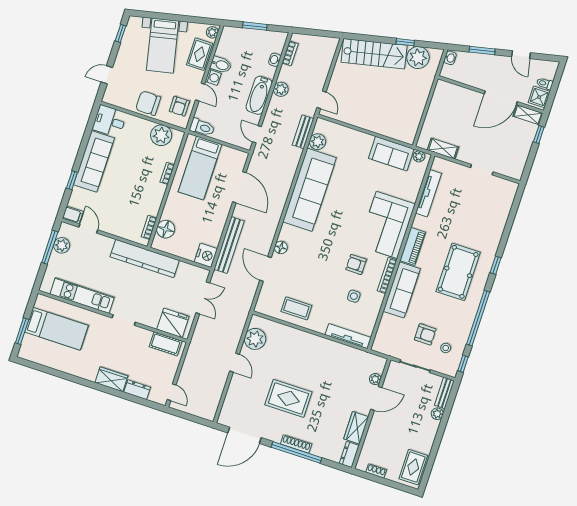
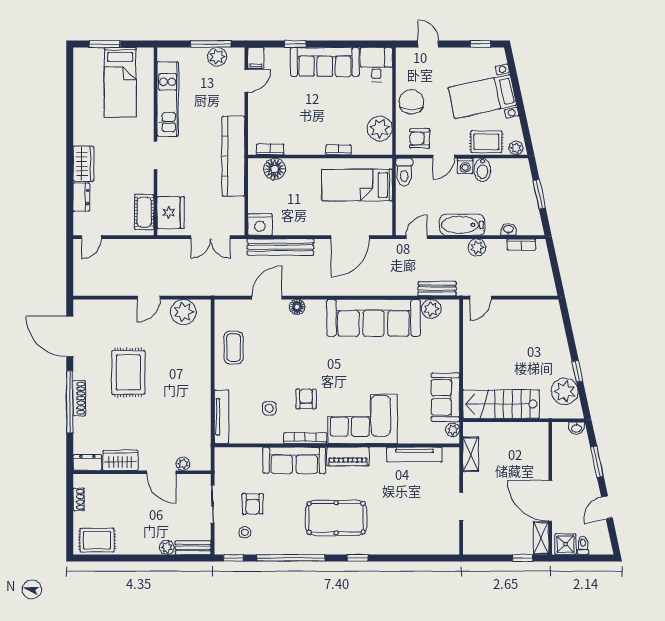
stairs: (374, 54) -> (501, 404), moved, turned 102

